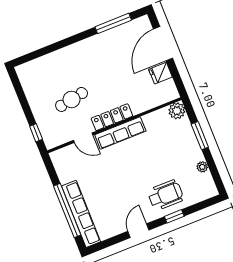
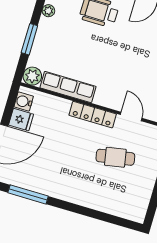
water cooler: (169, 88) -> (24, 102), added
row of seats: (120, 133) -> (68, 87), moved

